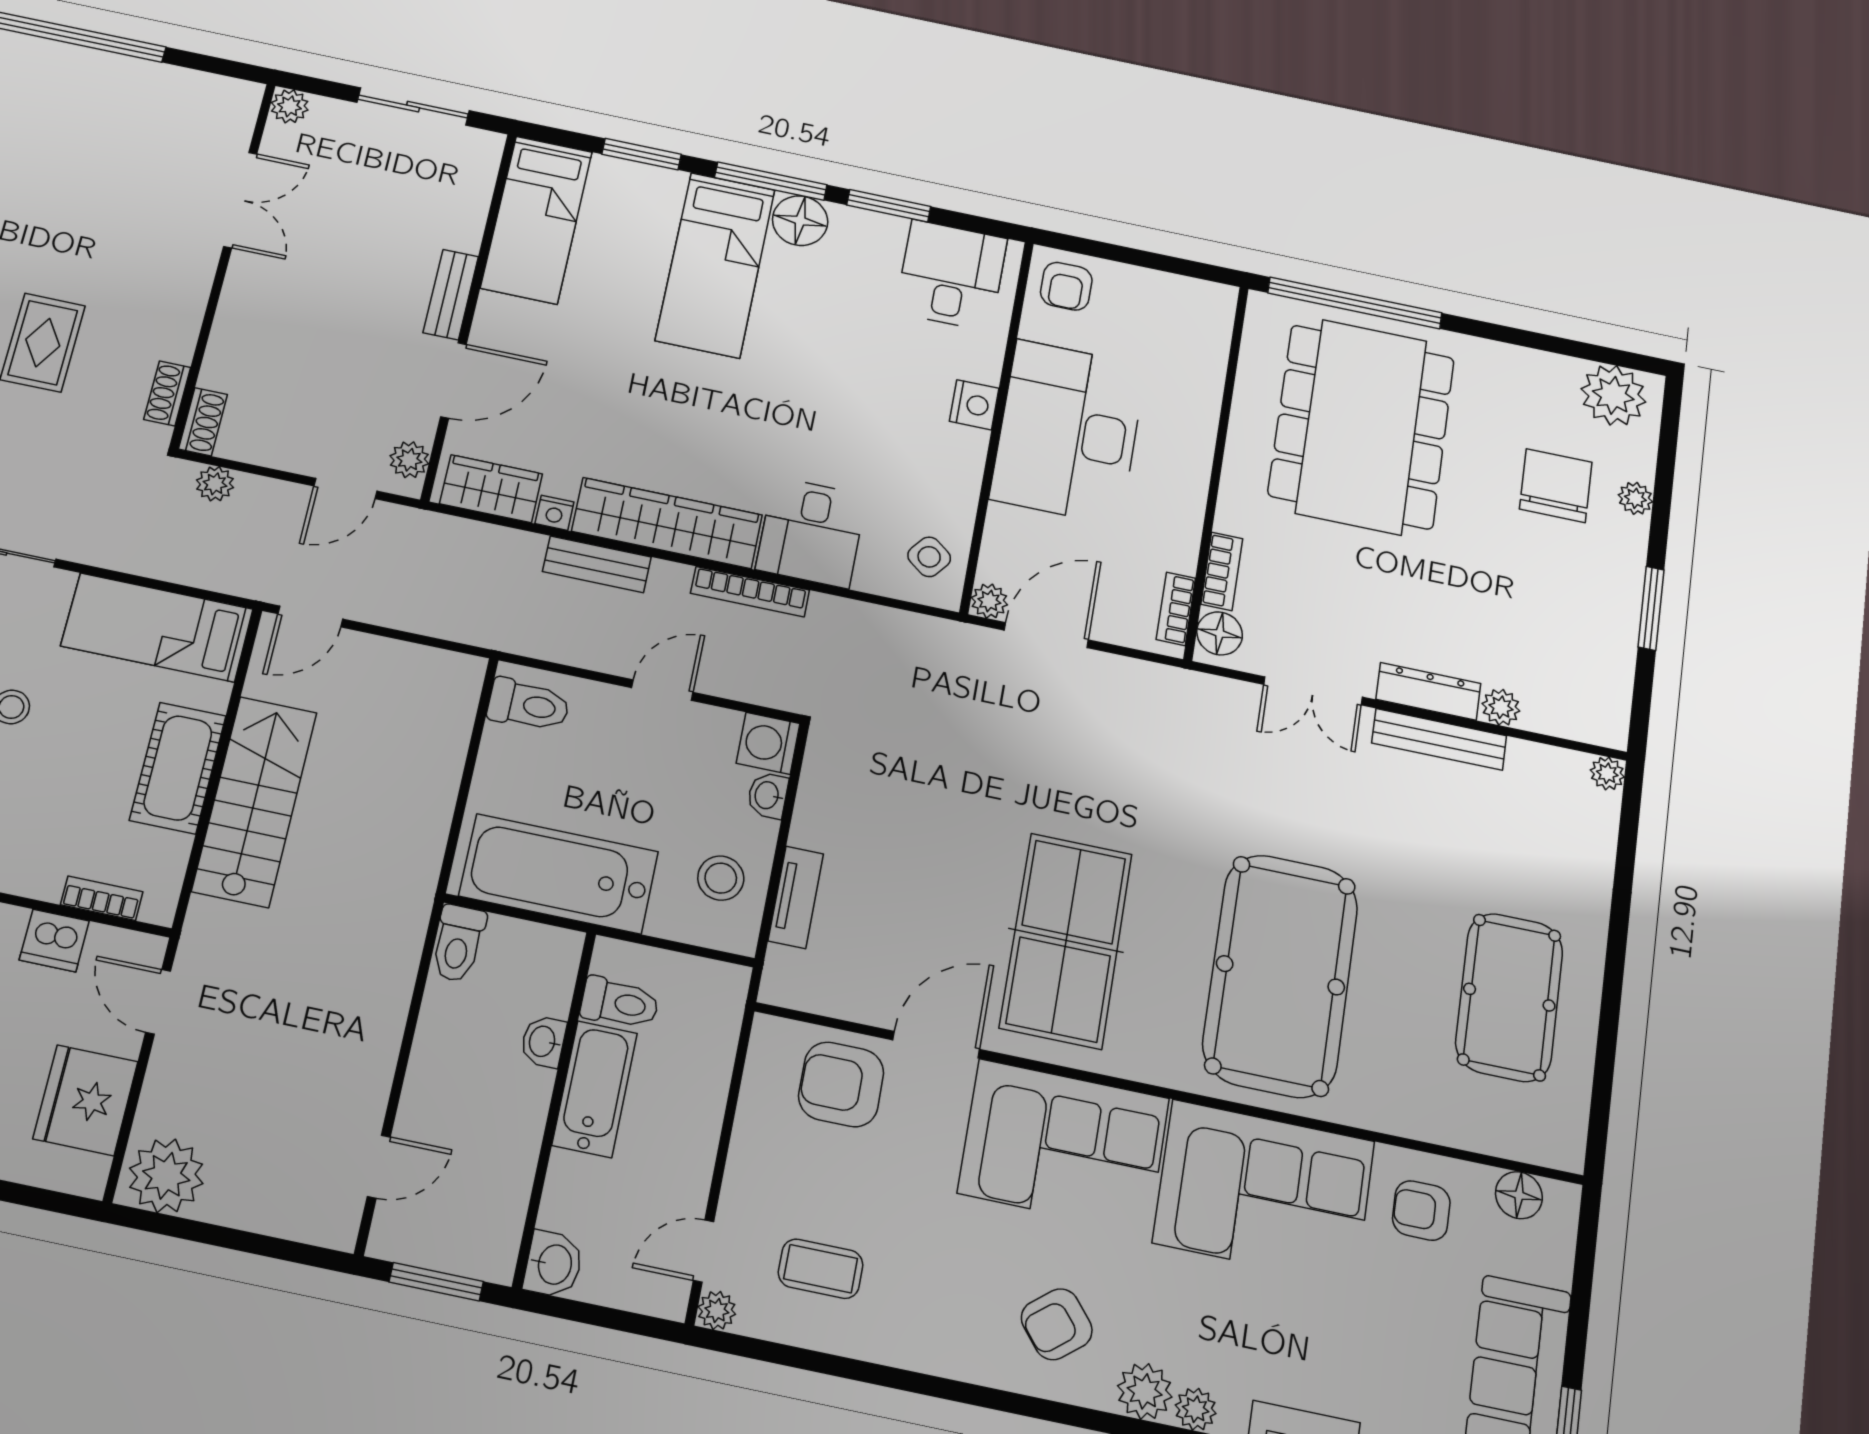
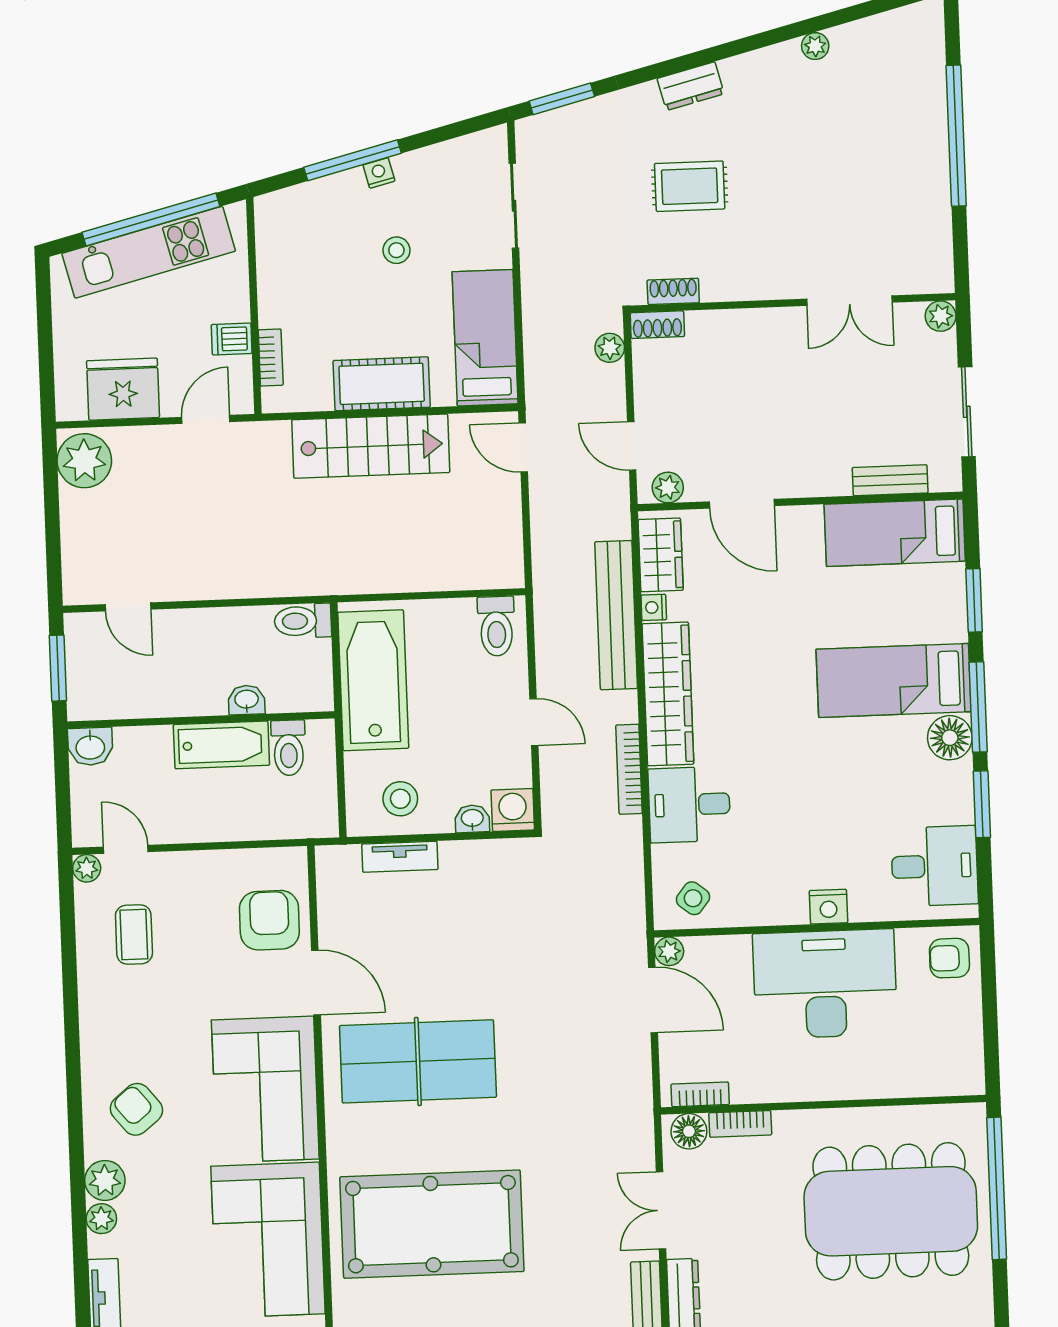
bench: (451, 295) -> (890, 480), moved
bench: (597, 564) -> (616, 615), width x1.86, depth x1.21
dishwasher: (54, 940) -> (232, 339), width x0.73

